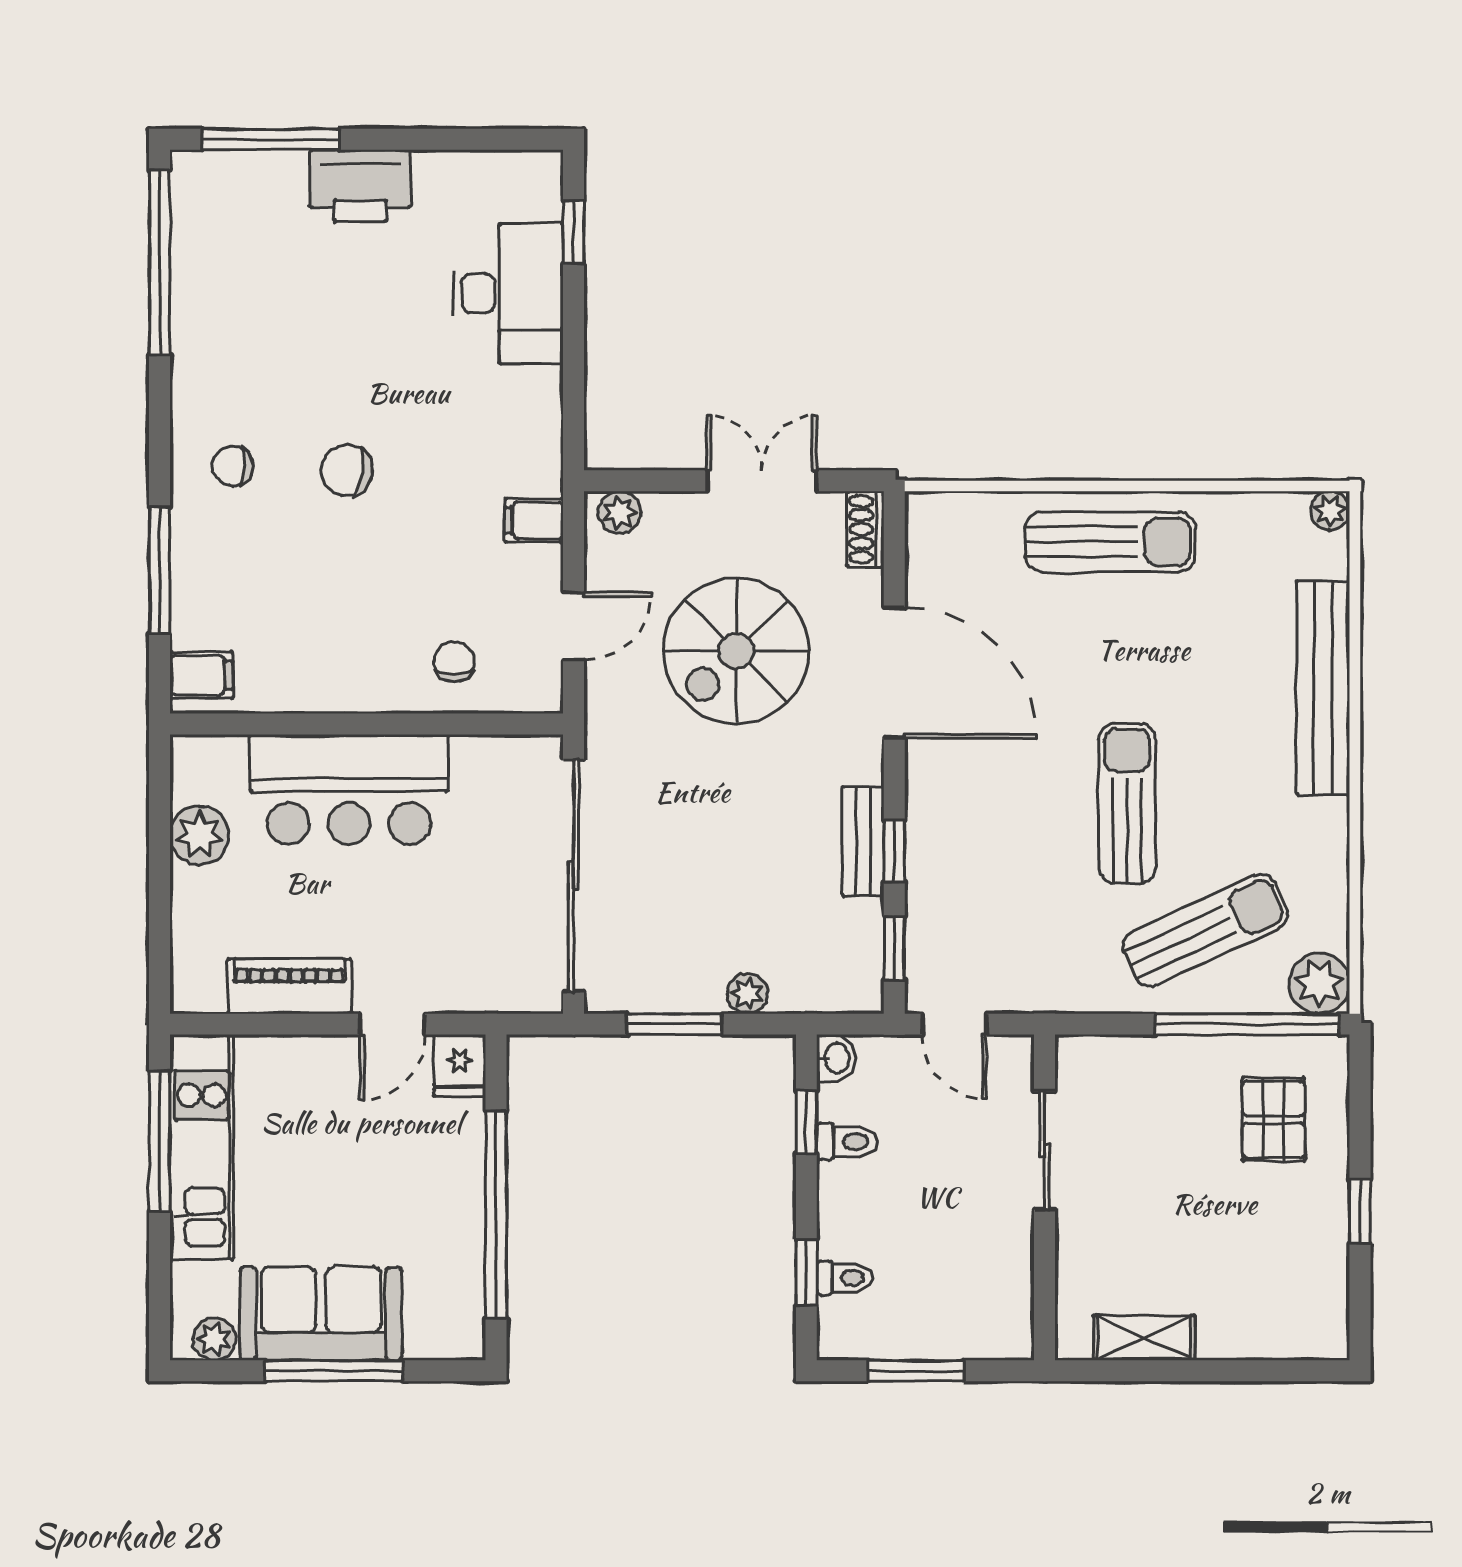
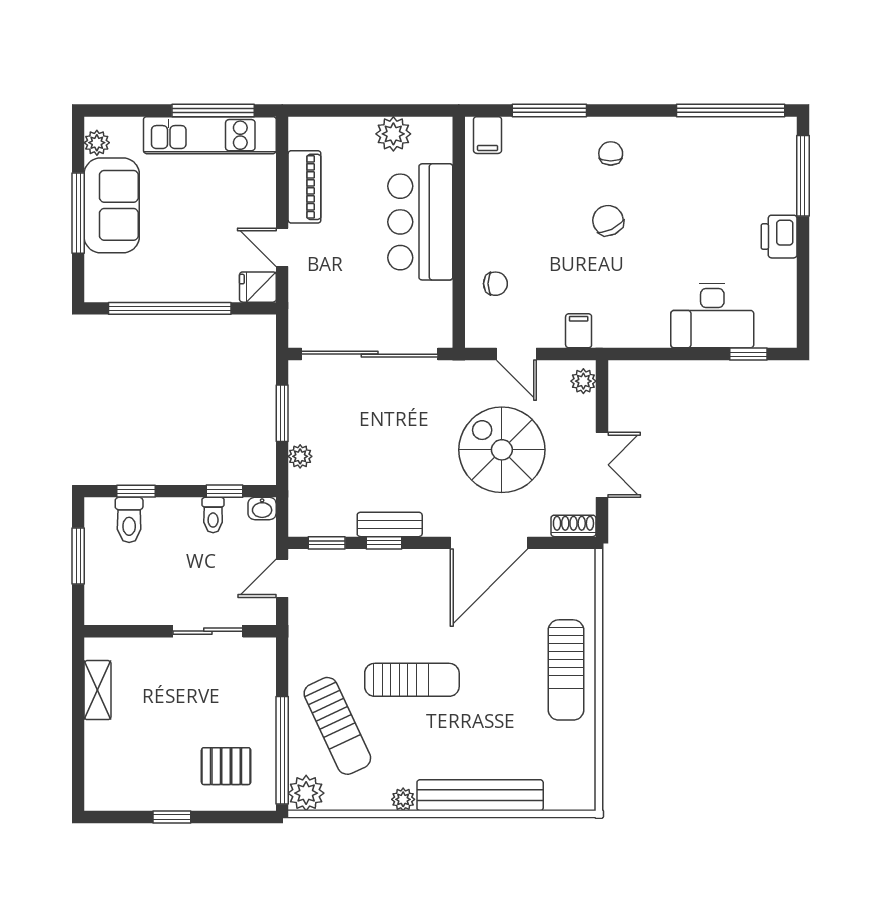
printer: (360, 186) -> (779, 237), width x0.73, depth x0.84
chair: (347, 471) -> (608, 221), turned -37
plant: (1330, 511) -> (403, 799), moved
toilet: (845, 1278) -> (129, 520), width x1.37, depth x1.39

